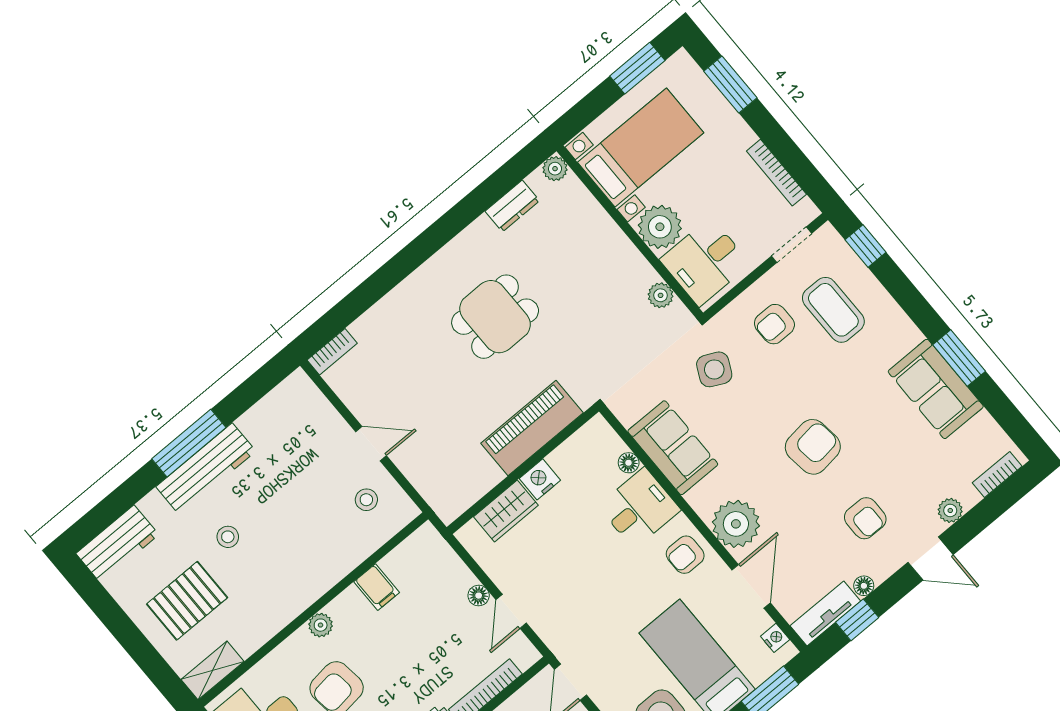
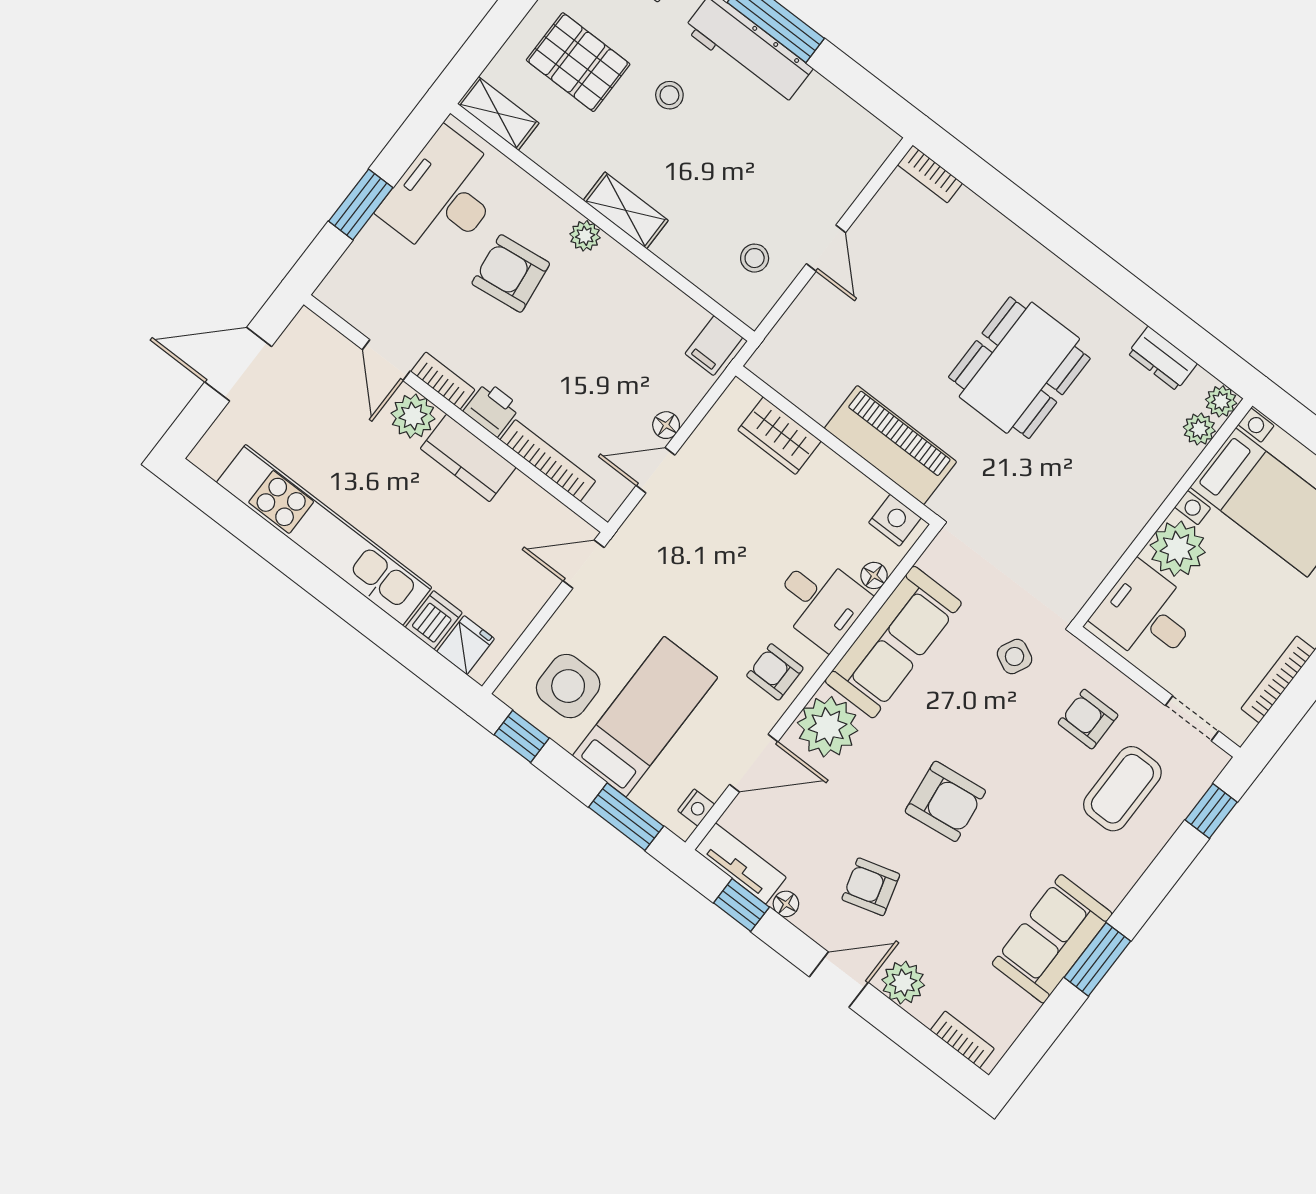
plant: (661, 295) -> (1199, 429), moved
dining table: (495, 317) -> (1019, 368), width x1.38
side table: (714, 369) -> (1015, 657), width x0.73, depth x0.73
sofa: (673, 448) -> (893, 642), width x1.36
nightstand: (540, 479) -> (895, 520), moved
plant: (950, 510) -> (903, 983), width x1.38, depth x1.38
armchair: (865, 518) -> (871, 887), turned 74
door: (931, 559) -> (839, 980), swing flipped
filing cabinet: (377, 587) -> (714, 346), moved
shelving: (308, 590) -> (626, 210), added

